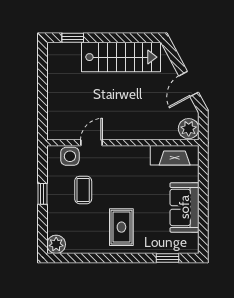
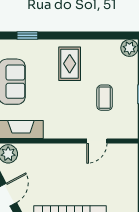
side table: (70, 156) -> (117, 129), removed

